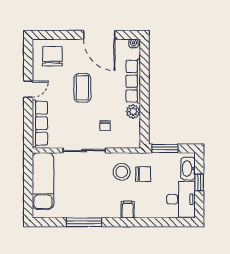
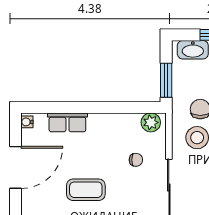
row of seats: (133, 81) -> (67, 122), width x0.68
plant: (133, 112) -> (151, 122), moved

